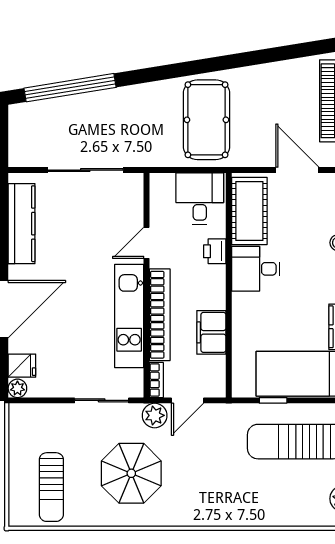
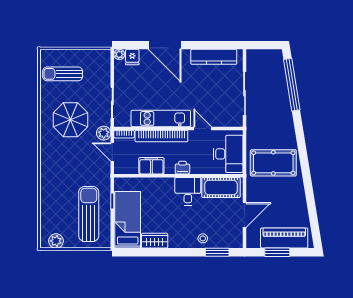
desk: (200, 198) -> (228, 154), width x1.37
printer: (215, 251) -> (182, 168), moved

